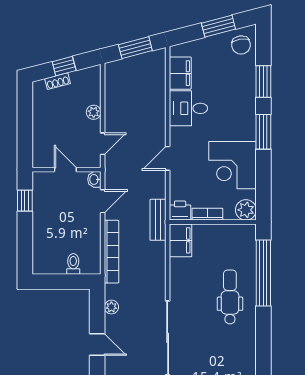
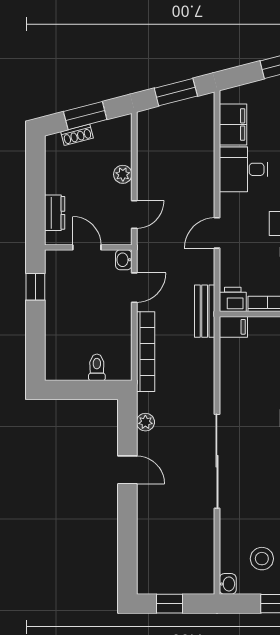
window: (64, 66) -> (85, 116), width x1.50
dresser: (40, 143) -> (55, 213), added
filing cabinet: (180, 240) -> (233, 327), width x0.50

